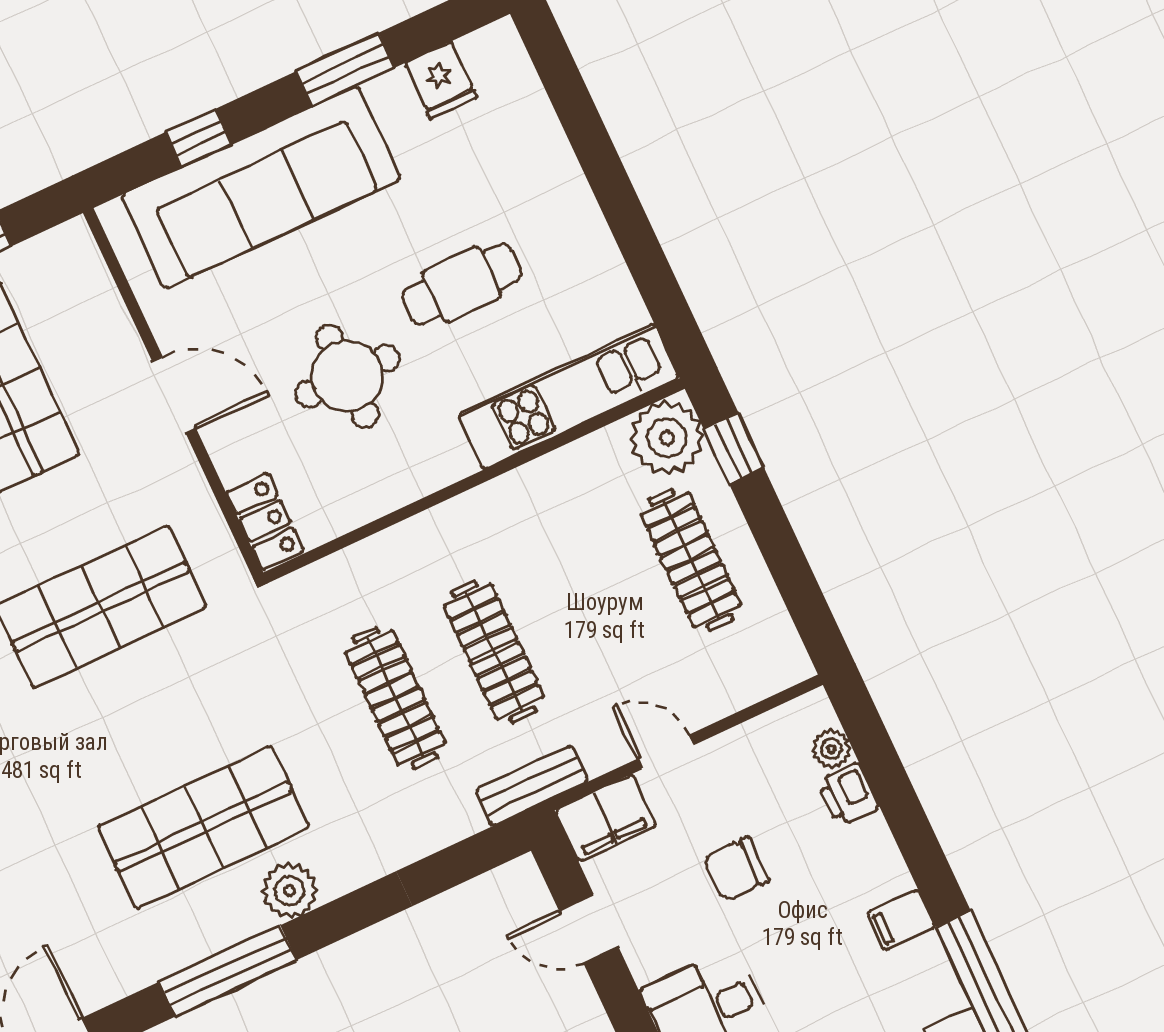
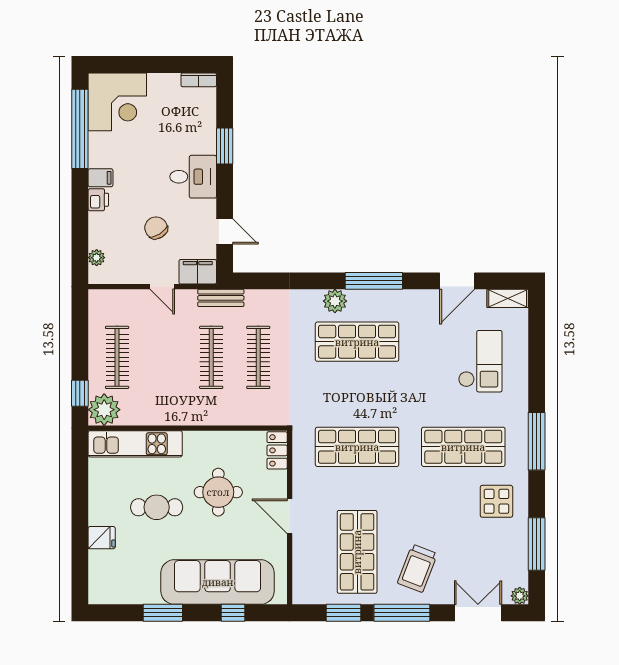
fridge: (441, 80) -> (102, 538), moved, turned 90
printer: (848, 795) -> (98, 200), moved
chair: (736, 869) -> (156, 228), turned -122

